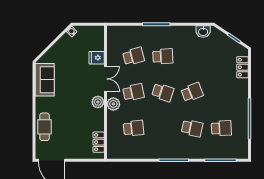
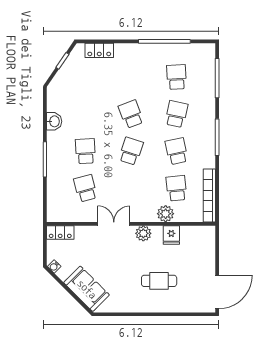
washbasin: (203, 32) -> (54, 121), moved
fridge: (97, 58) -> (171, 235), moved
sofa: (45, 80) -> (87, 289), moved, turned 45
school desk: (133, 92) -> (176, 151), moved
plant: (113, 104) -> (166, 214), moved
cafe table: (45, 127) -> (159, 281), moved
locker: (99, 142) -> (60, 232), moved
bookcase: (128, 154) -> (209, 195), added

